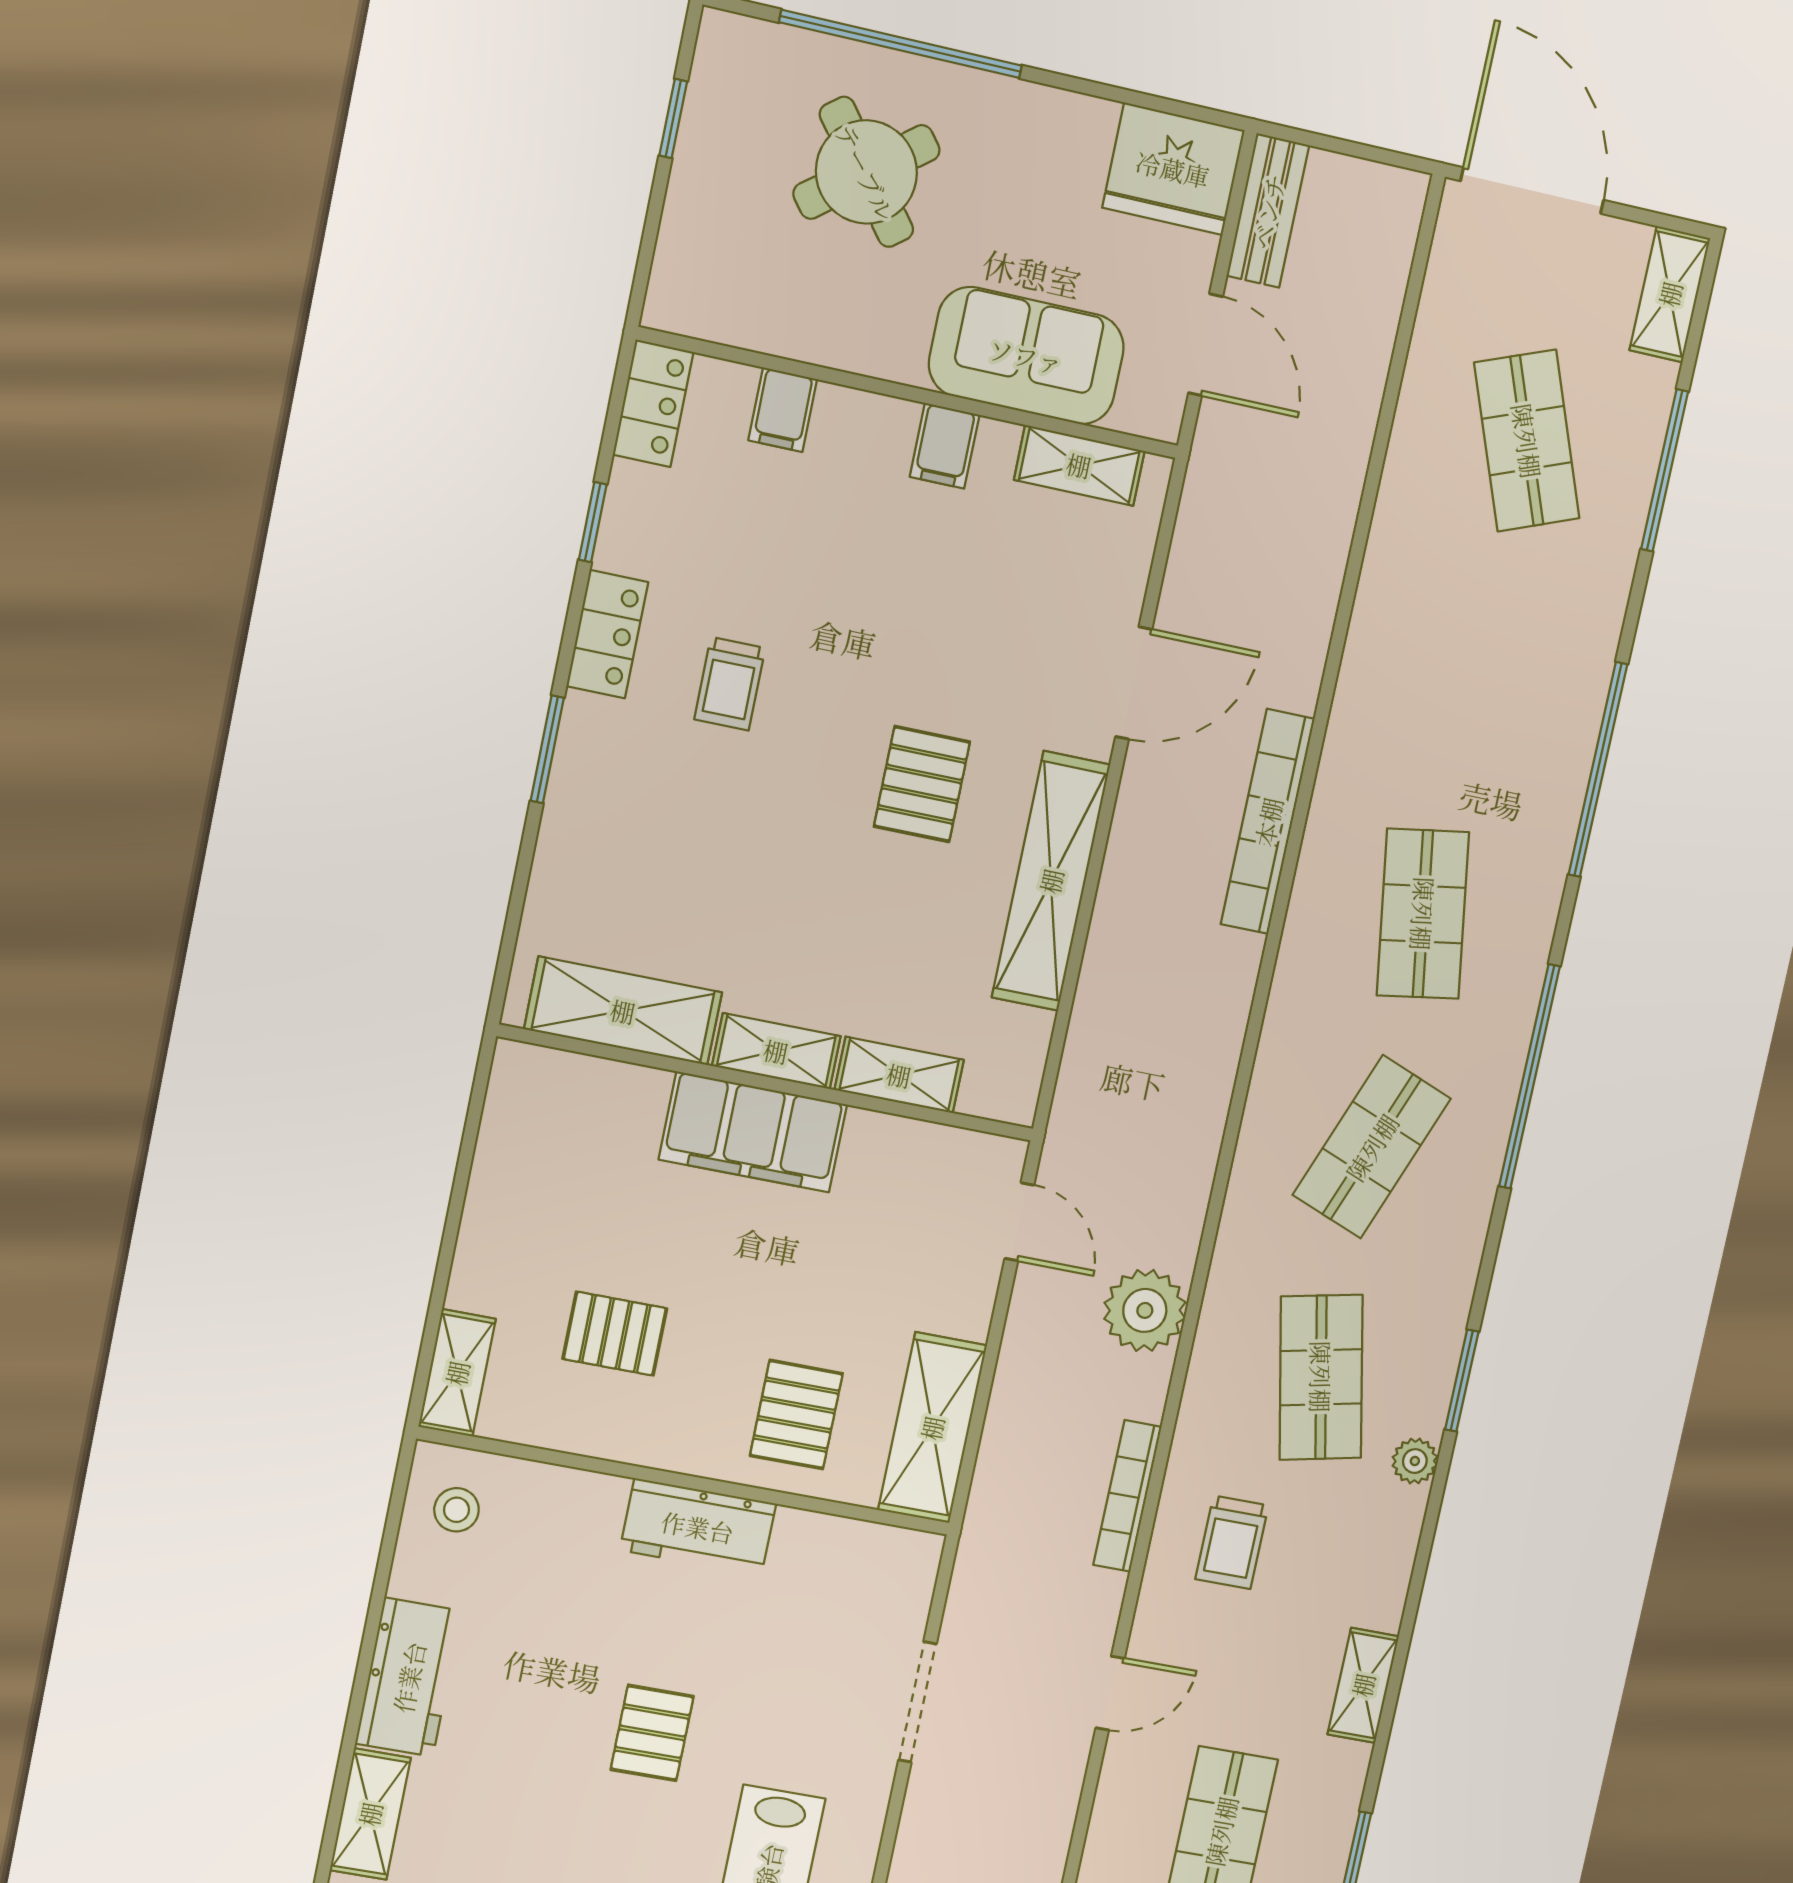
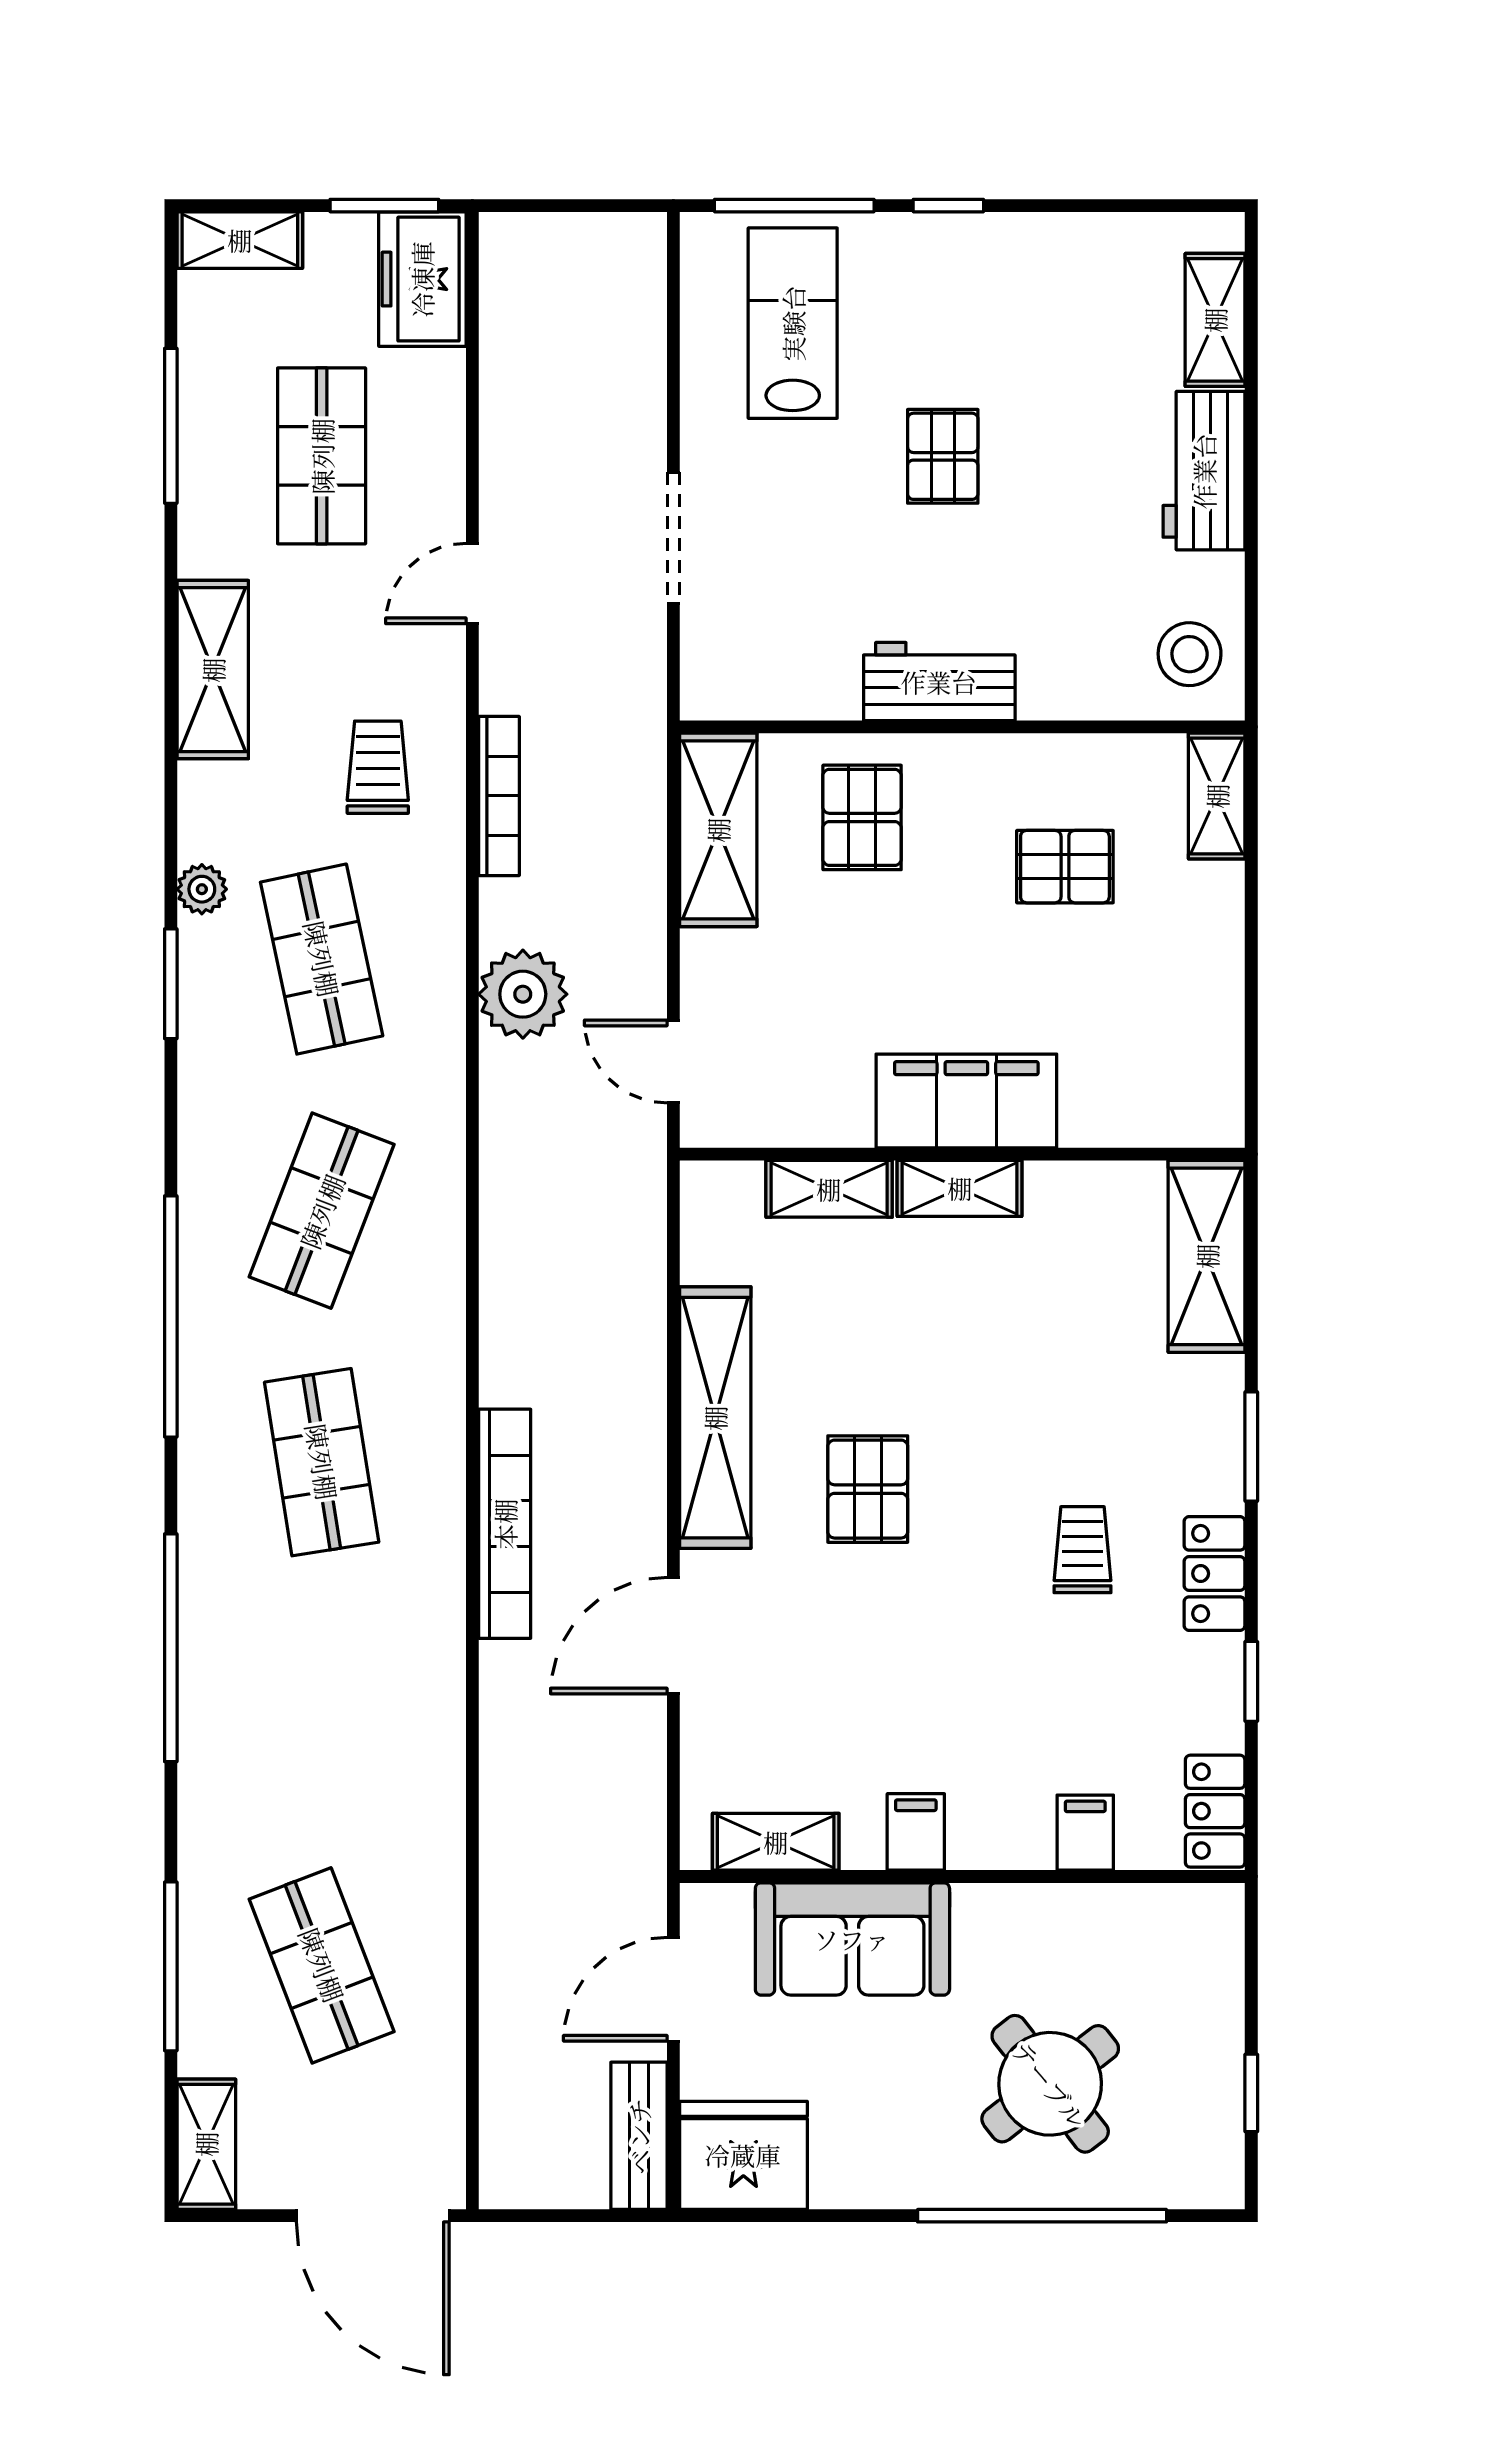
door: (1206, 345) -> (673, 1989), hinge flipped
shelving: (623, 1011) -> (1207, 1256), moved, turned 90
stool: (456, 1510) -> (1190, 654), width x1.37, depth x1.37
shelving: (1363, 1685) -> (213, 670), width x1.50, depth x1.33

